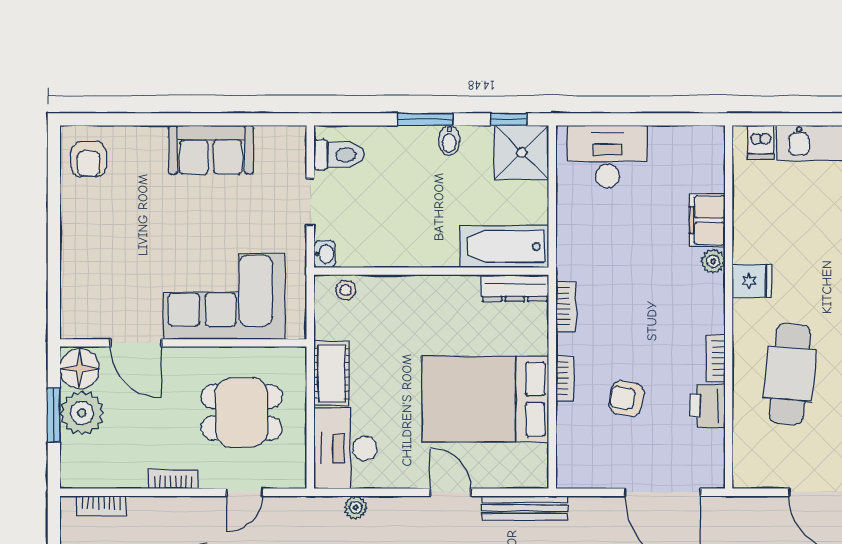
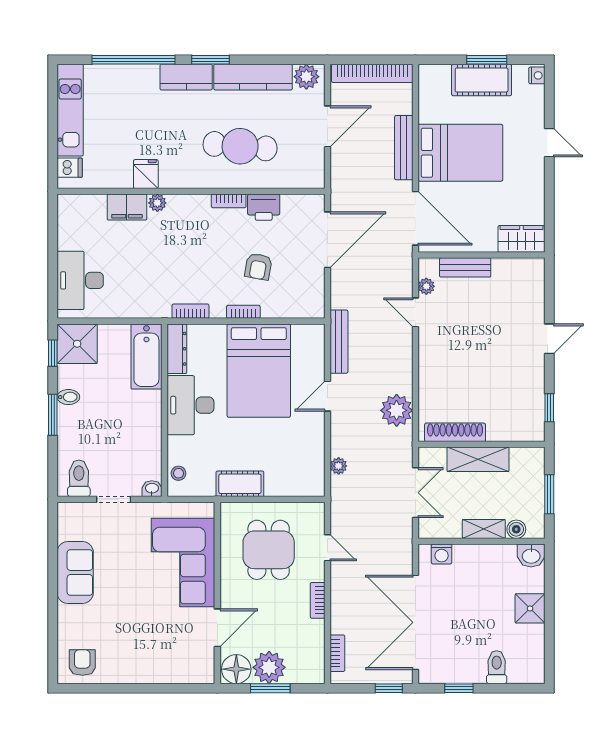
armchair: (89, 159) -> (82, 663), turned -90
fridge: (752, 281) -> (146, 174), moved
desk: (345, 448) -> (190, 405), moved, turned 90

